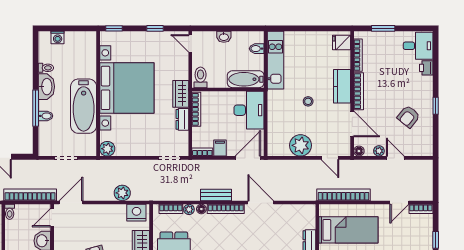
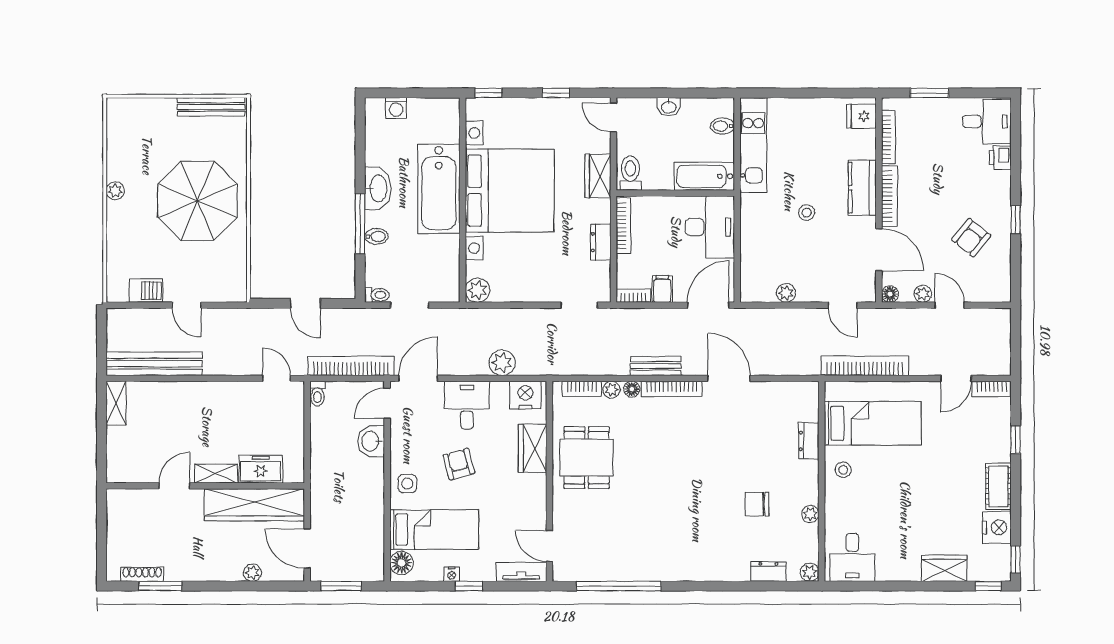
toilet: (46, 68) -> (377, 295), moved
wardrobe: (181, 94) -> (598, 176), moved
bathtub: (84, 106) -> (439, 189), moved
plant: (301, 145) -> (786, 293), width x0.53, depth x0.53
desk: (101, 219) -> (467, 405), added

